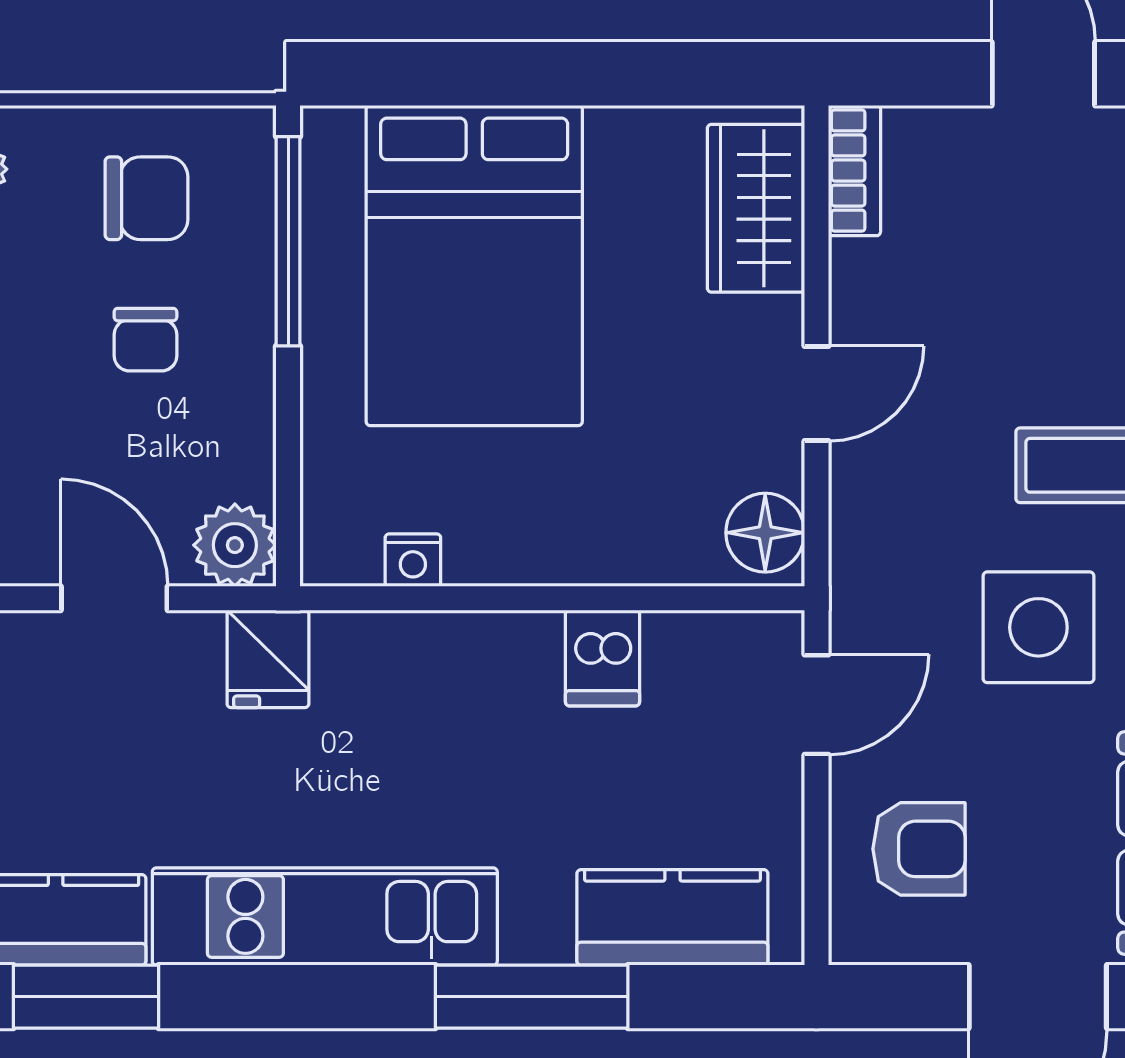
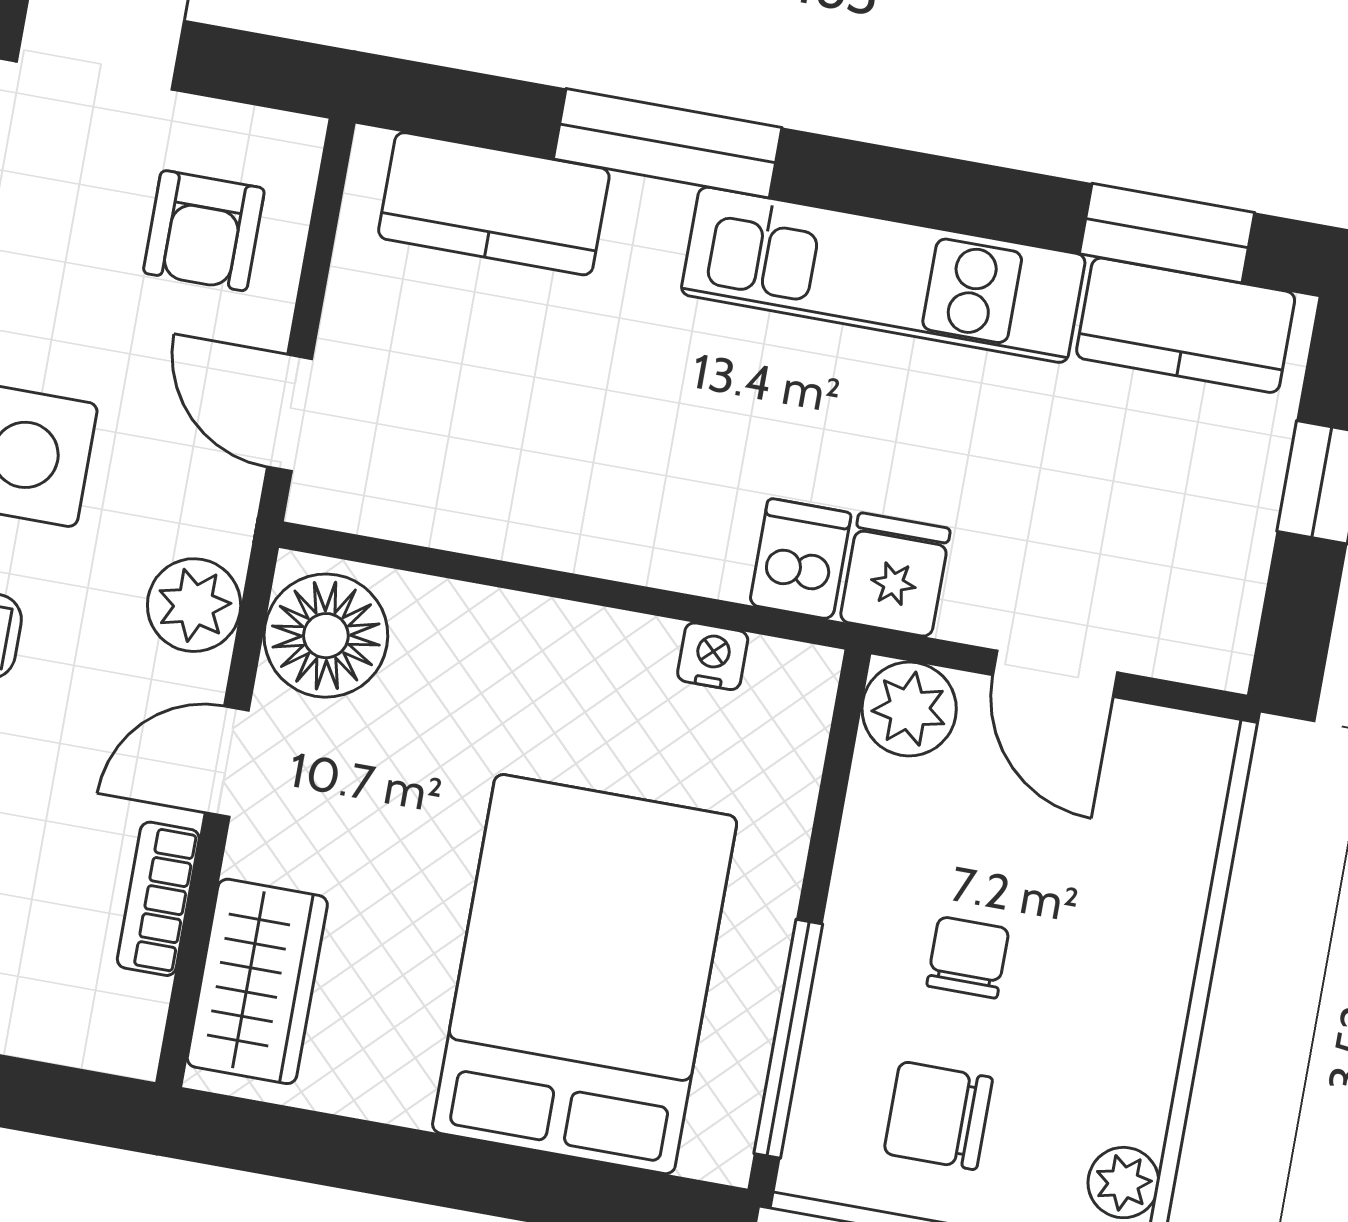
bookcase: (854, 171) -> (158, 899), moved
plant: (869, 524) -> (194, 605), added
floor lamp: (765, 533) -> (326, 636), width x1.38, depth x1.38
dishwasher: (602, 658) -> (800, 559), moved
door: (817, 705) -> (290, 413), hinge flipped
armchair: (919, 849) -> (204, 231), turned -90

